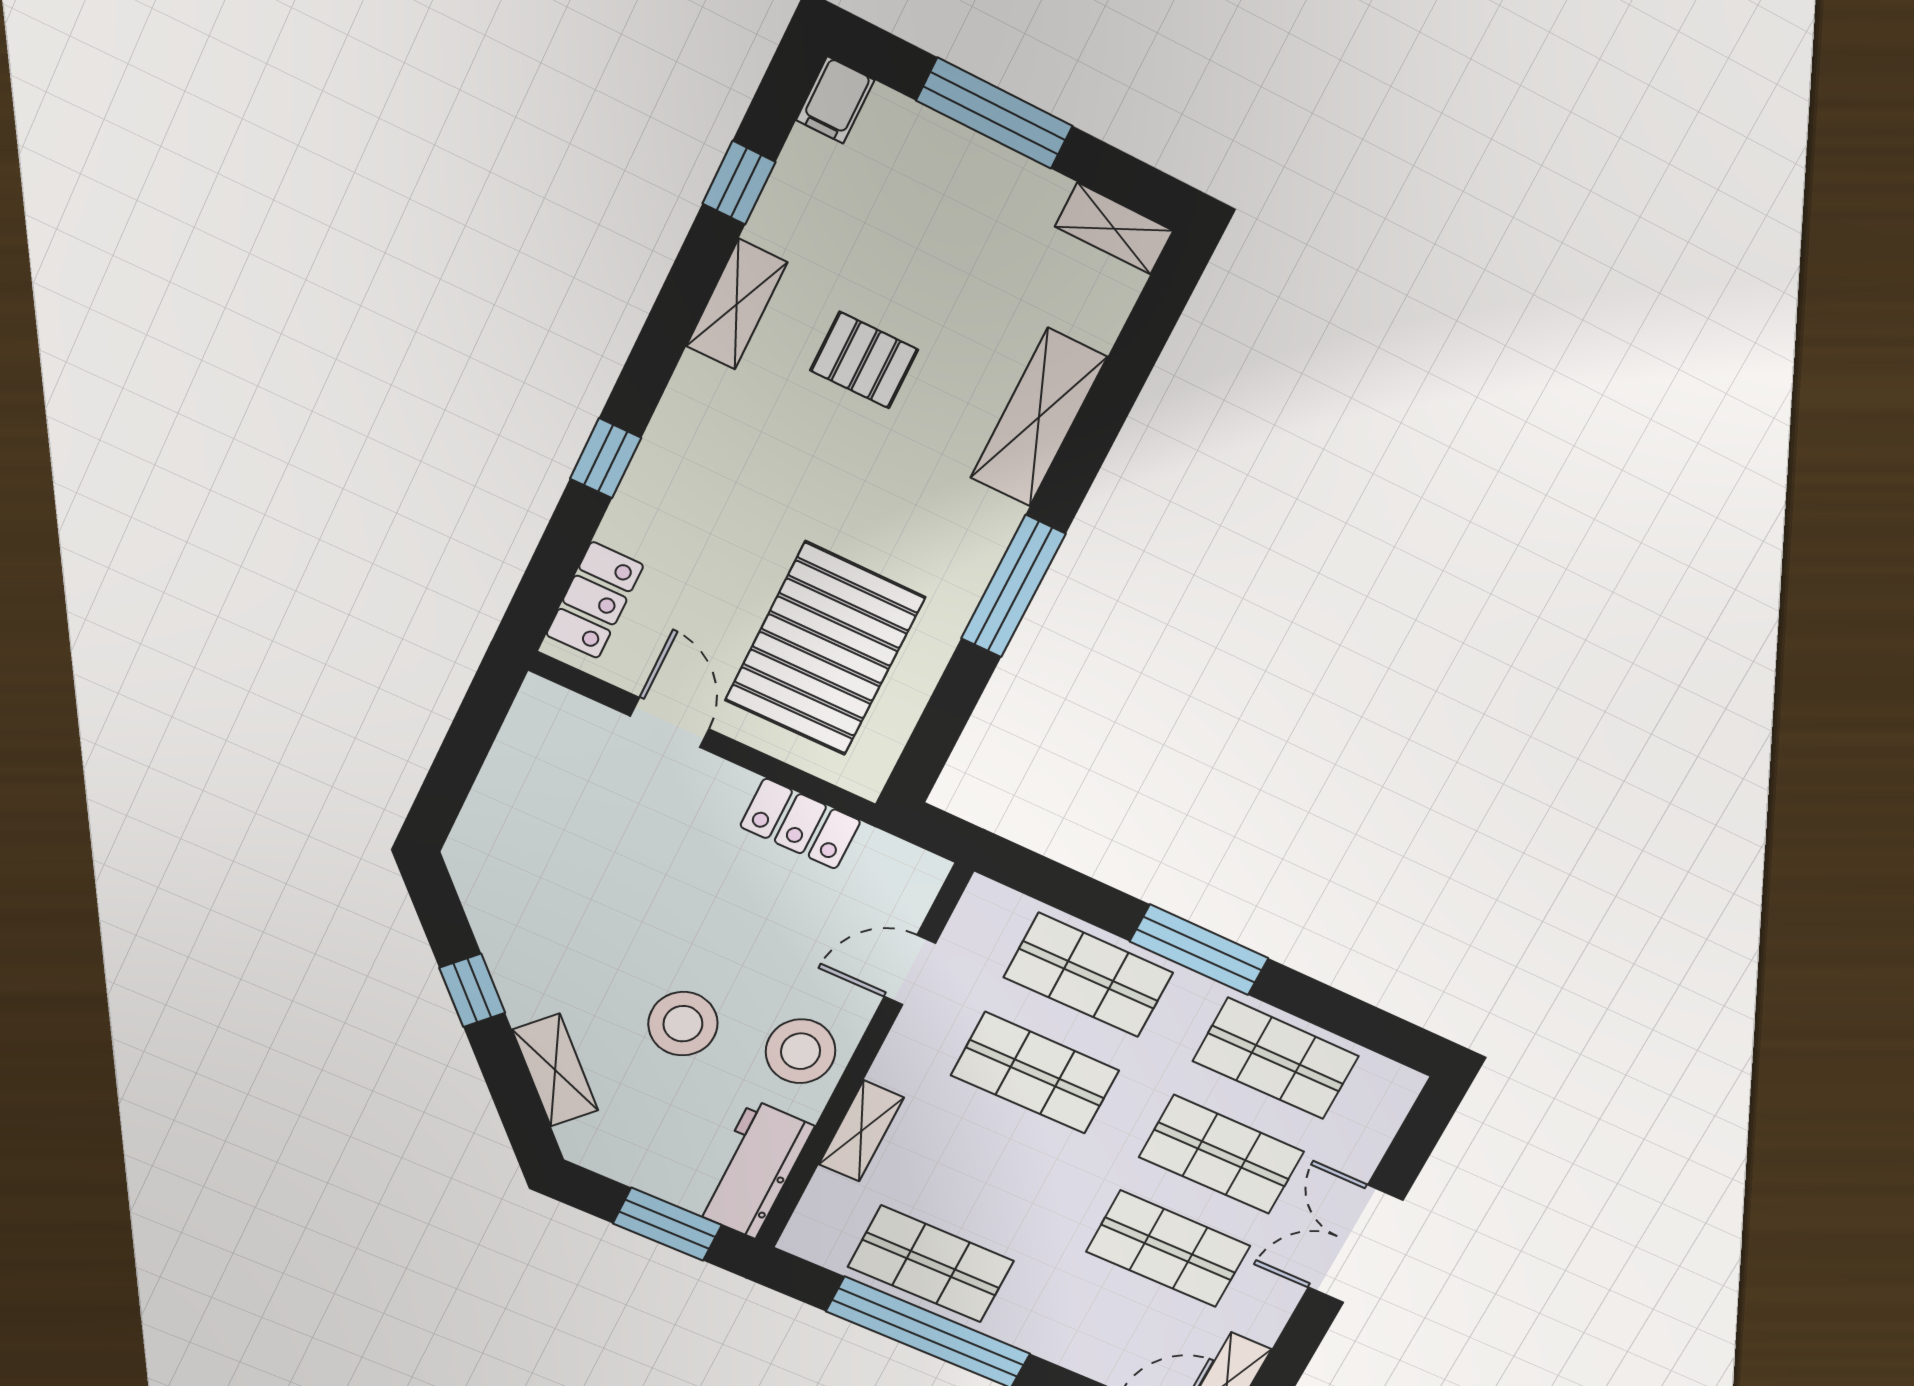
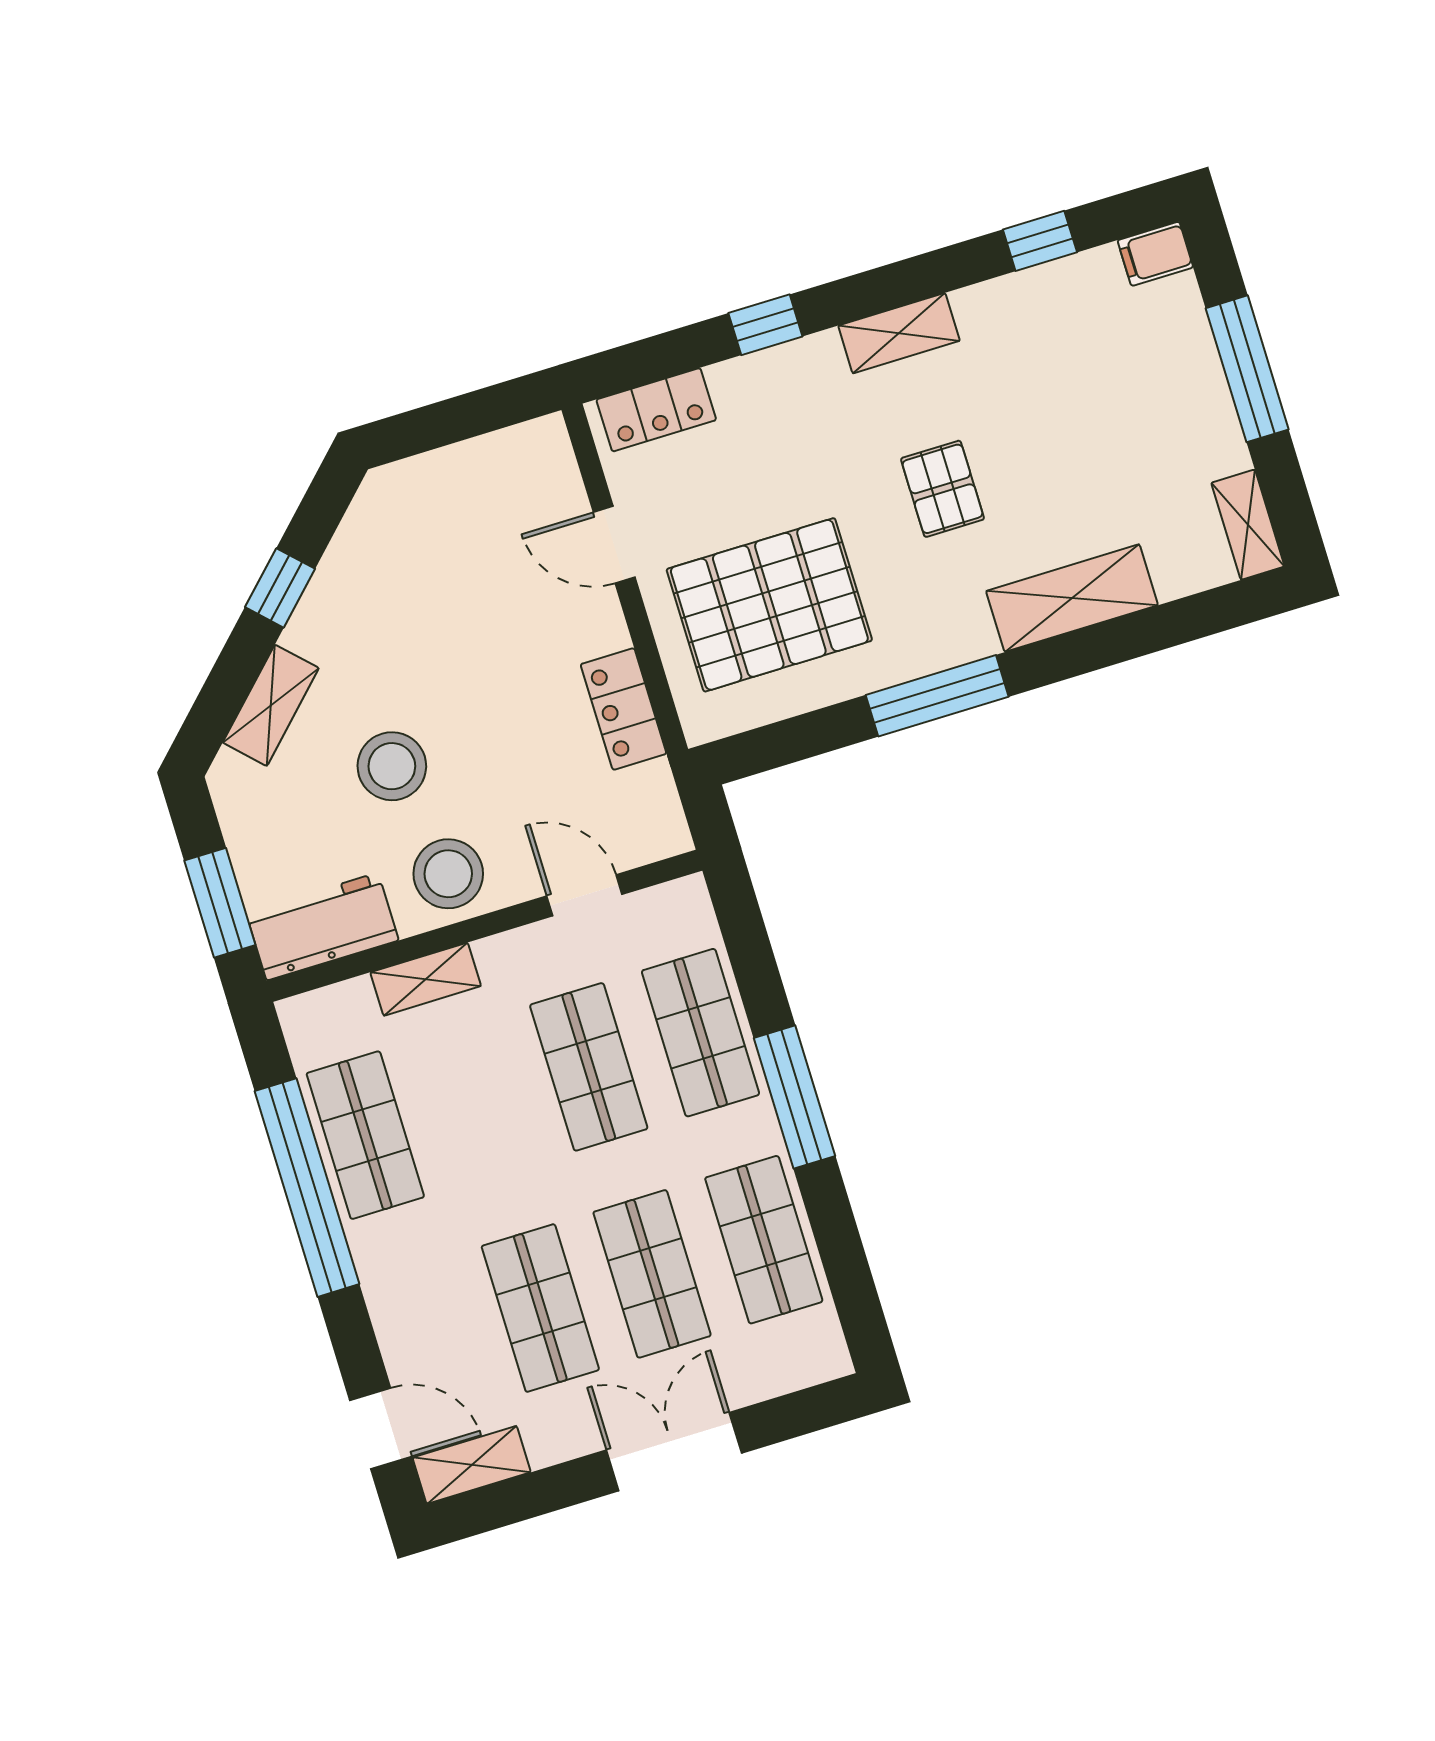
shelving: (737, 304) -> (899, 333), moved
pallet: (864, 360) -> (942, 489), moved
door: (670, 723) -> (614, 545), swing flipped

